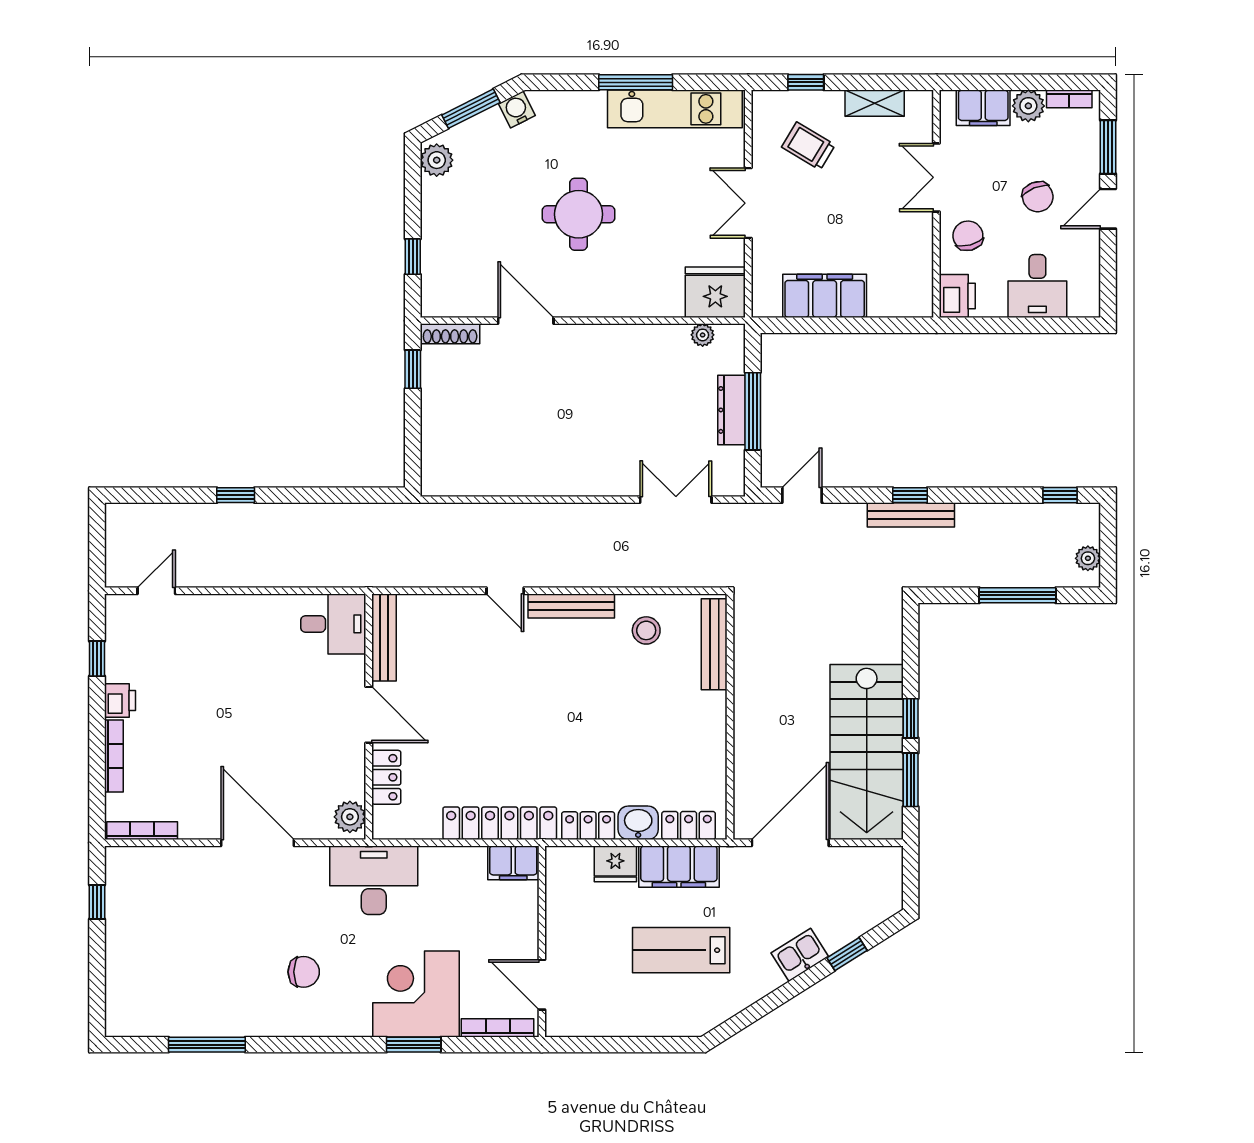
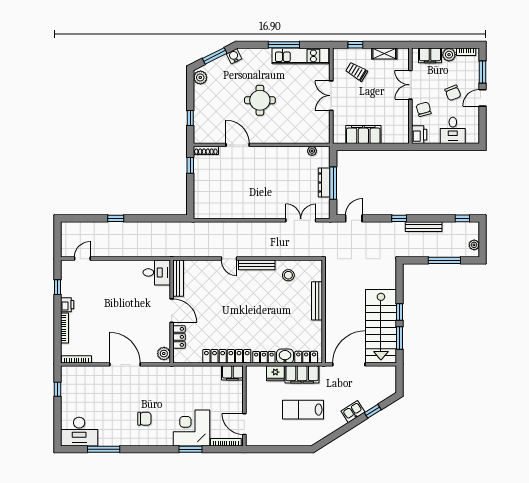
fridge: (715, 292) -> (317, 133), removed
bench: (911, 515) -> (424, 227), moved
bench: (714, 644) -> (317, 301), moved
desk: (374, 880) -> (79, 432), moved, turned 180

